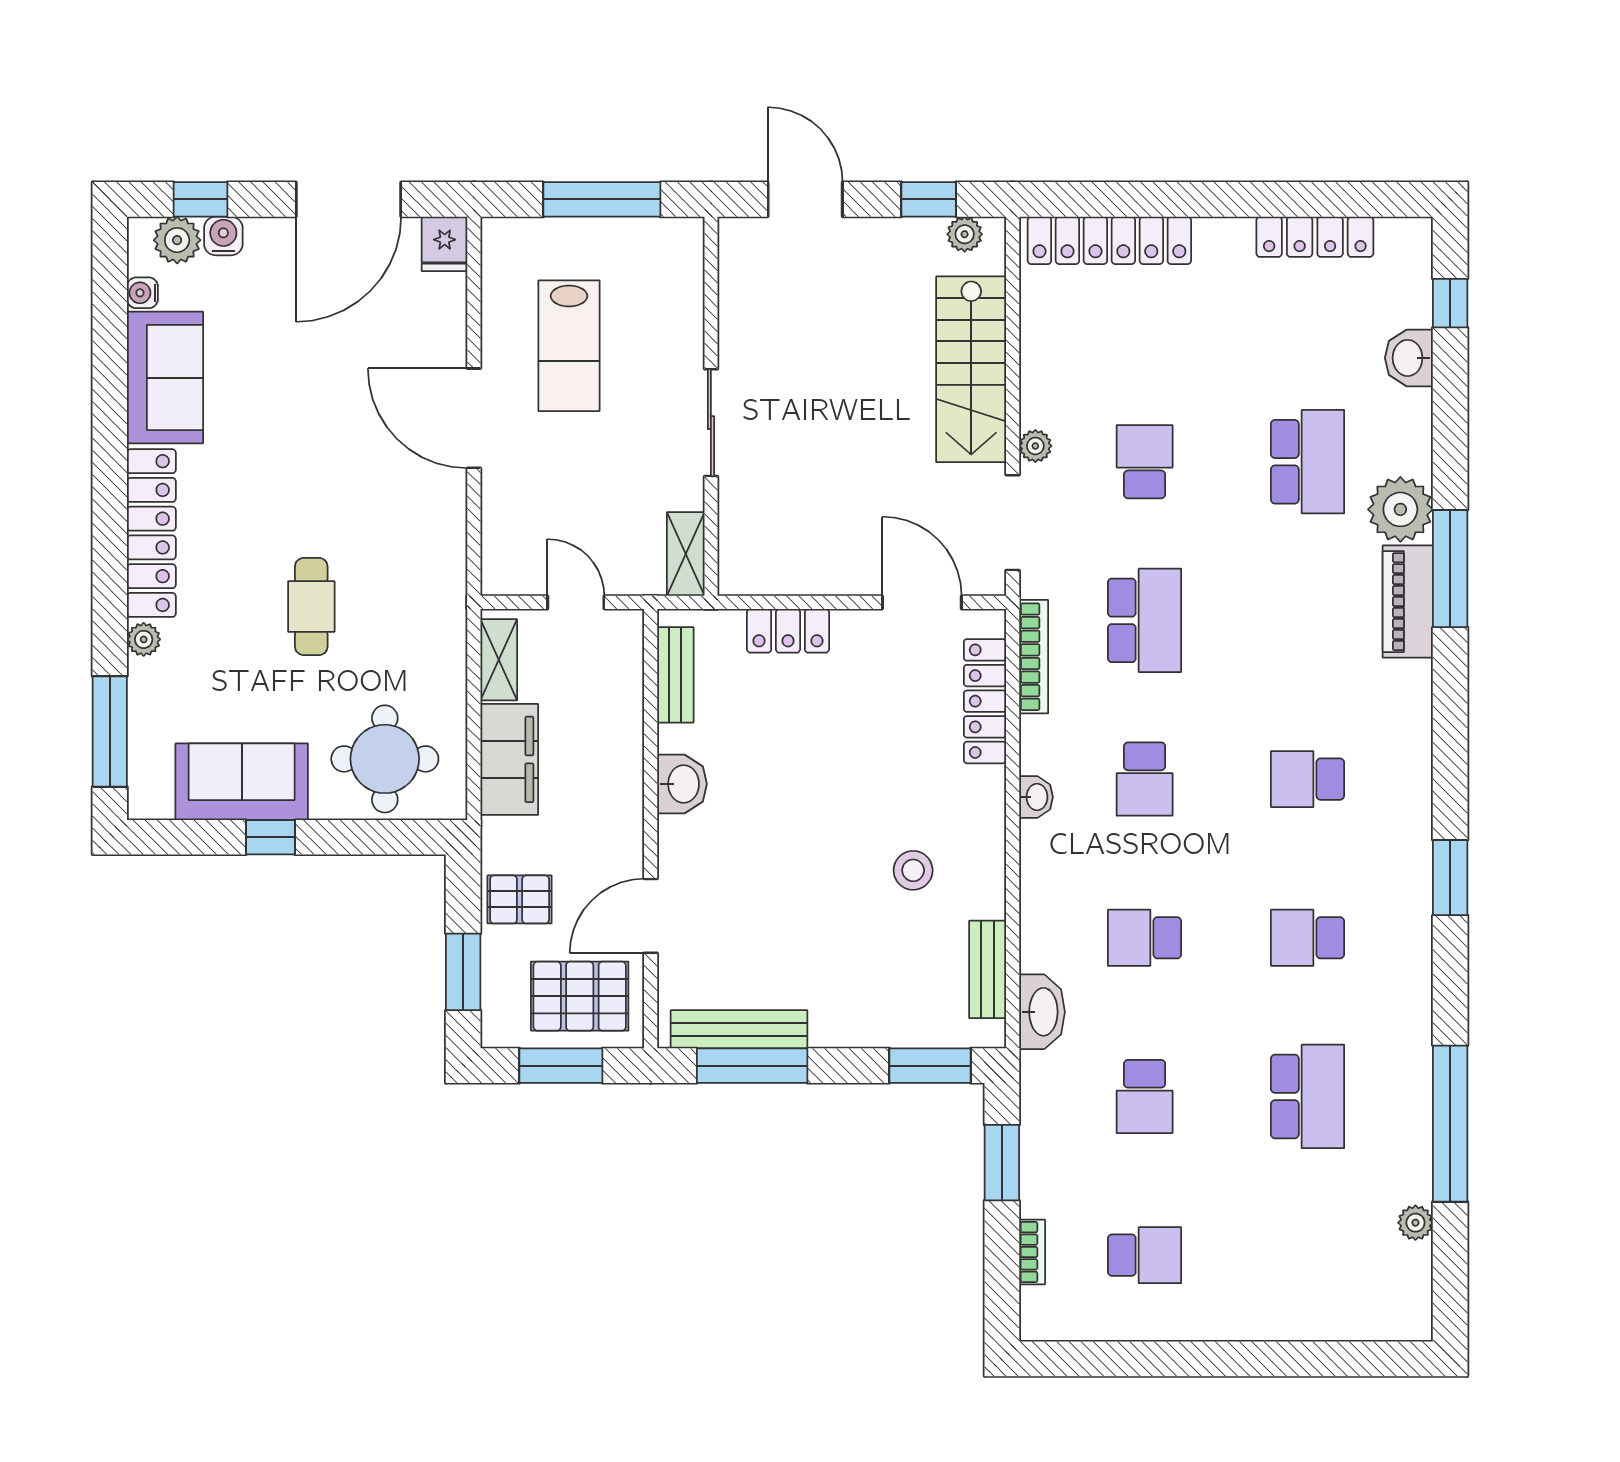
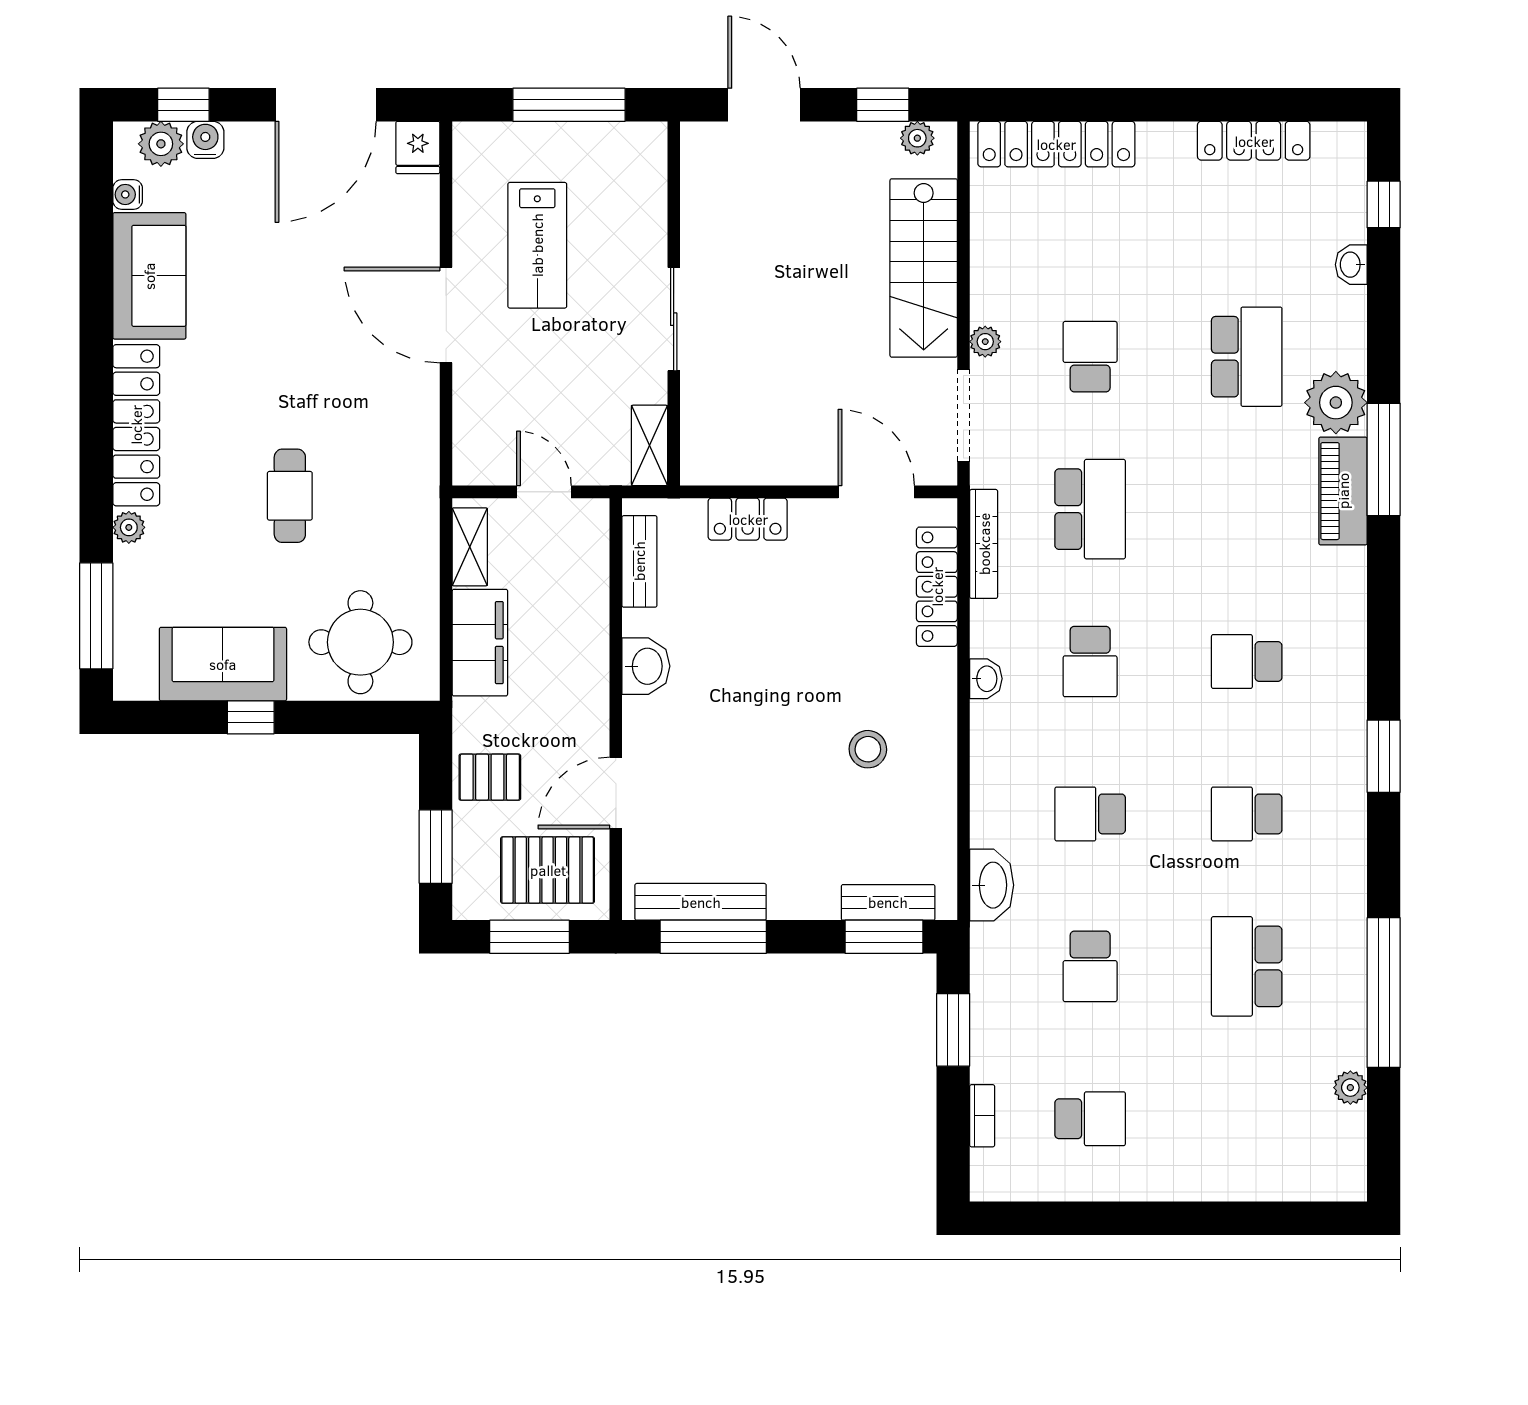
washbasin: (1409, 358) -> (1351, 265), width x0.72, depth x0.69
bench: (988, 969) -> (888, 902), moved, turned 90
school desk: (1308, 1096) -> (1247, 966), turned 180

